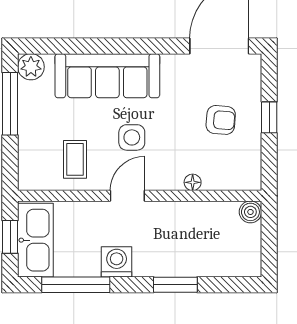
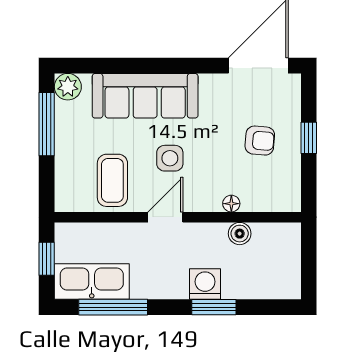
coffee table: (75, 159) -> (112, 180), width x1.36, depth x1.30
boiler: (250, 212) -> (240, 234), moved
kitchen sink: (35, 240) -> (92, 282), moved, turned -90
washing machine: (117, 262) -> (205, 284), moved

